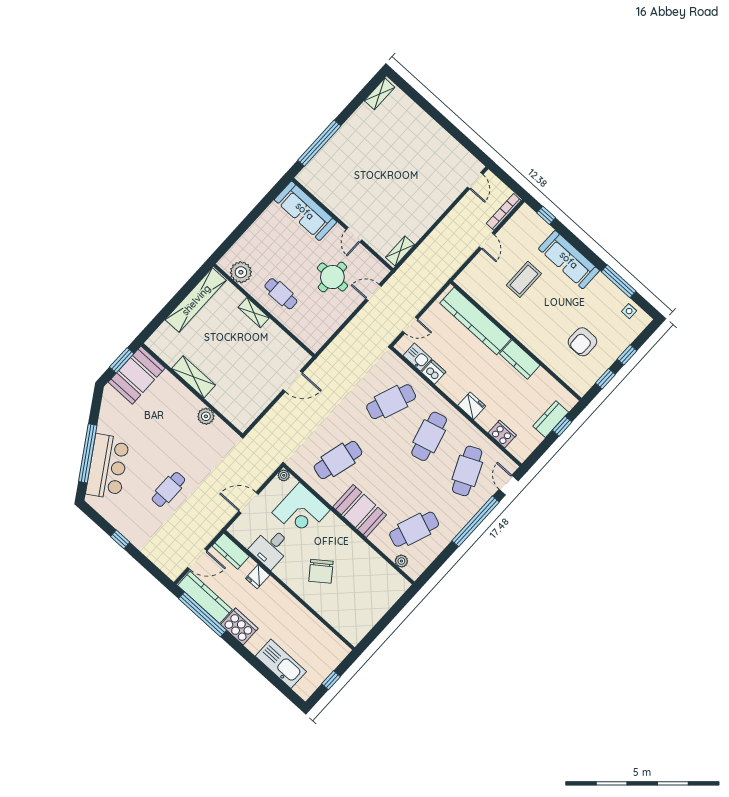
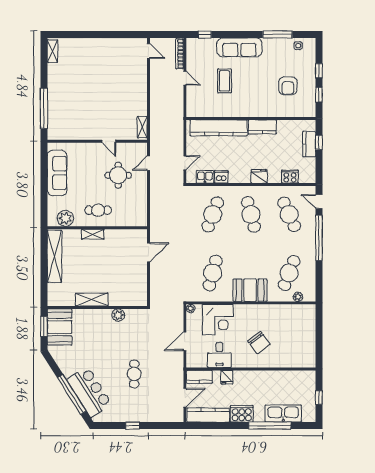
sofa: (305, 211) -> (57, 173), moved, turned -90
window: (202, 614) -> (270, 426), moved

